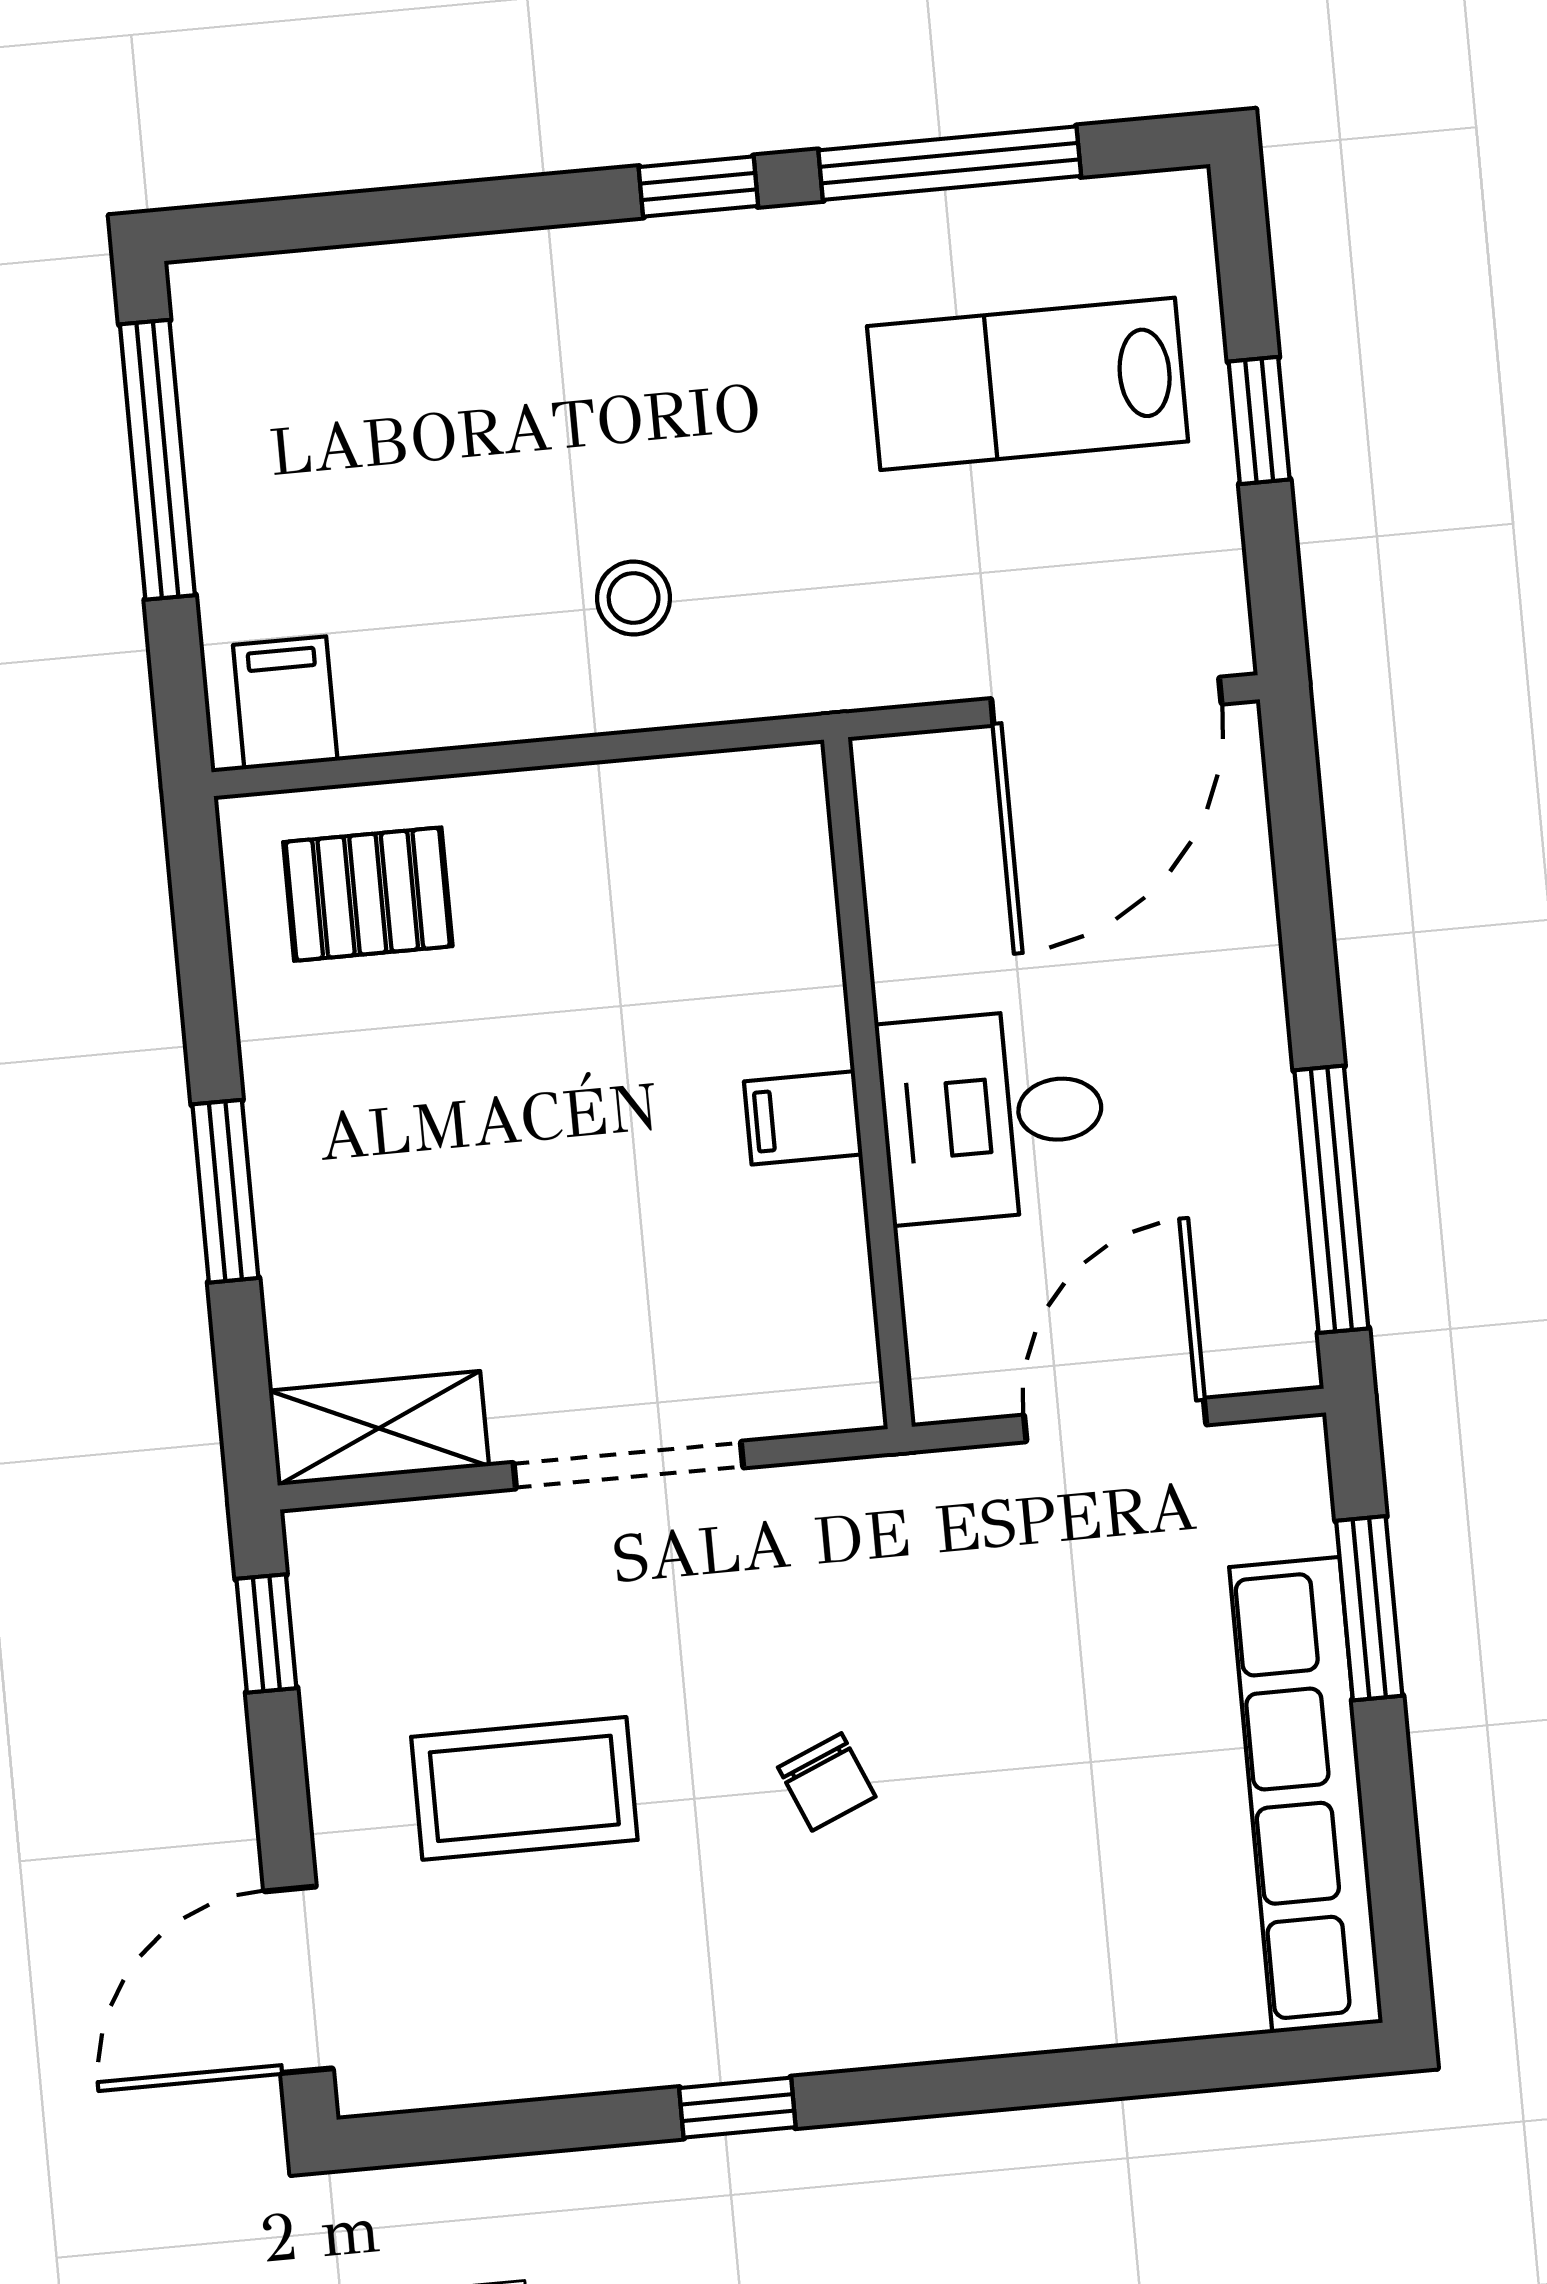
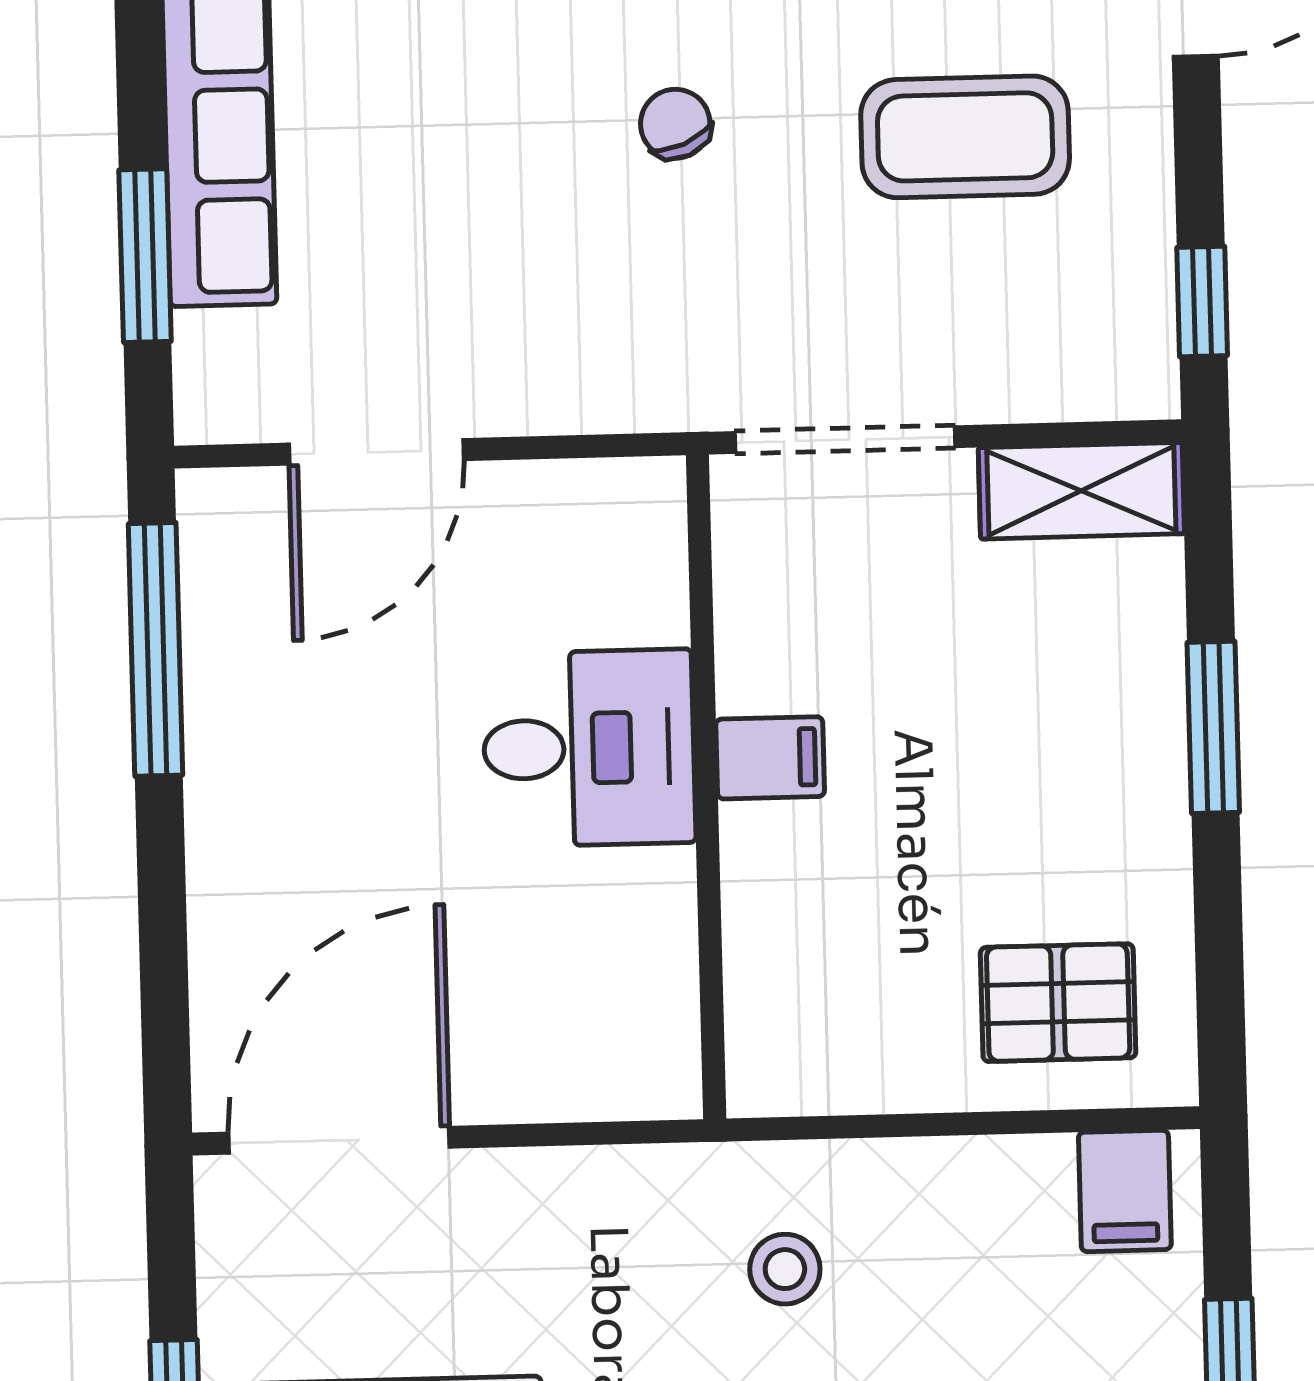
wall: (868, 1083) -> (706, 787), moved
desk: (992, 1115) -> (589, 748), moved
filing cabinet: (803, 1118) -> (770, 758), moved

